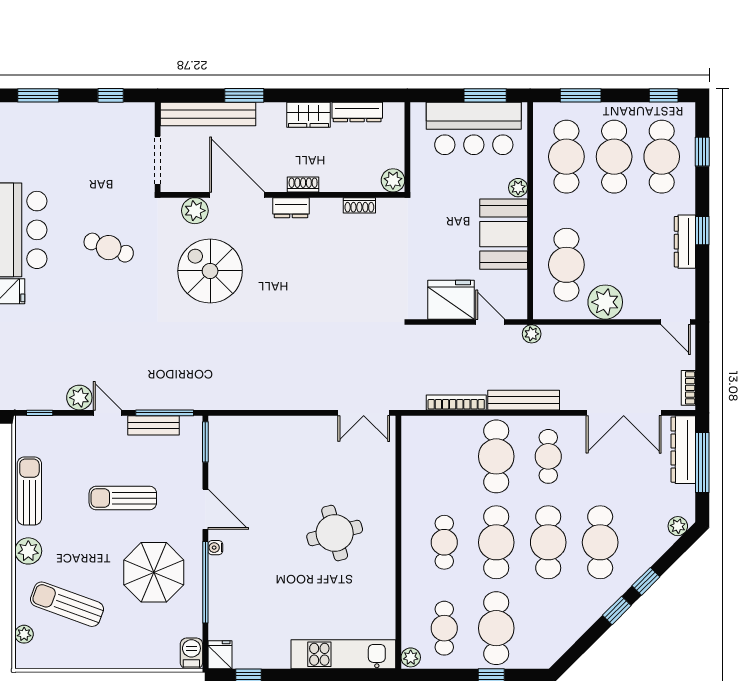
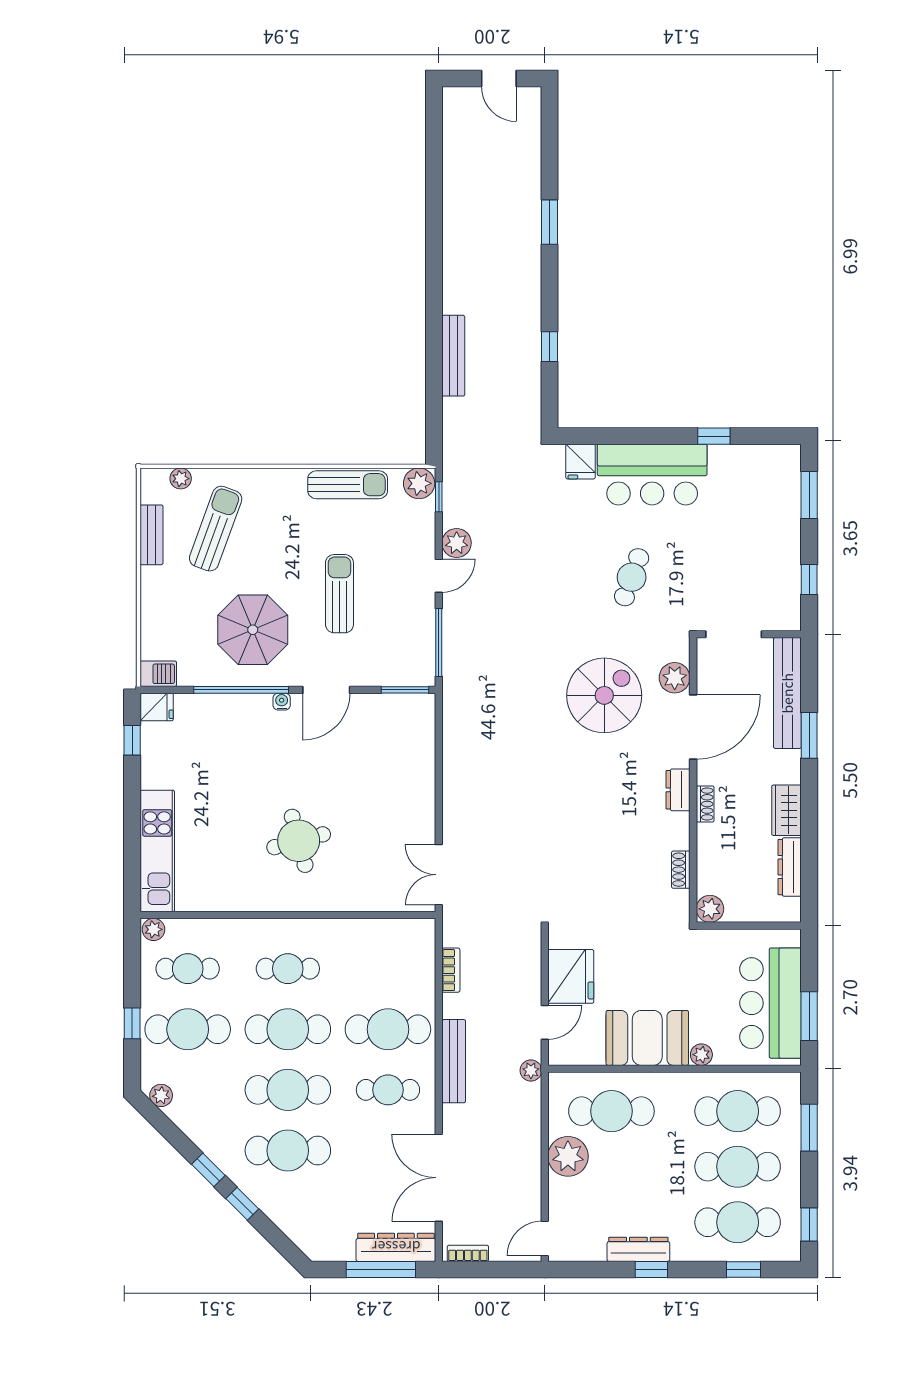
bookcase: (456, 402) -> (451, 970), width x0.64
bench: (154, 425) -> (151, 535), moved
plant: (678, 526) -> (161, 1095), moved
plant: (28, 551) -> (419, 483), moved

